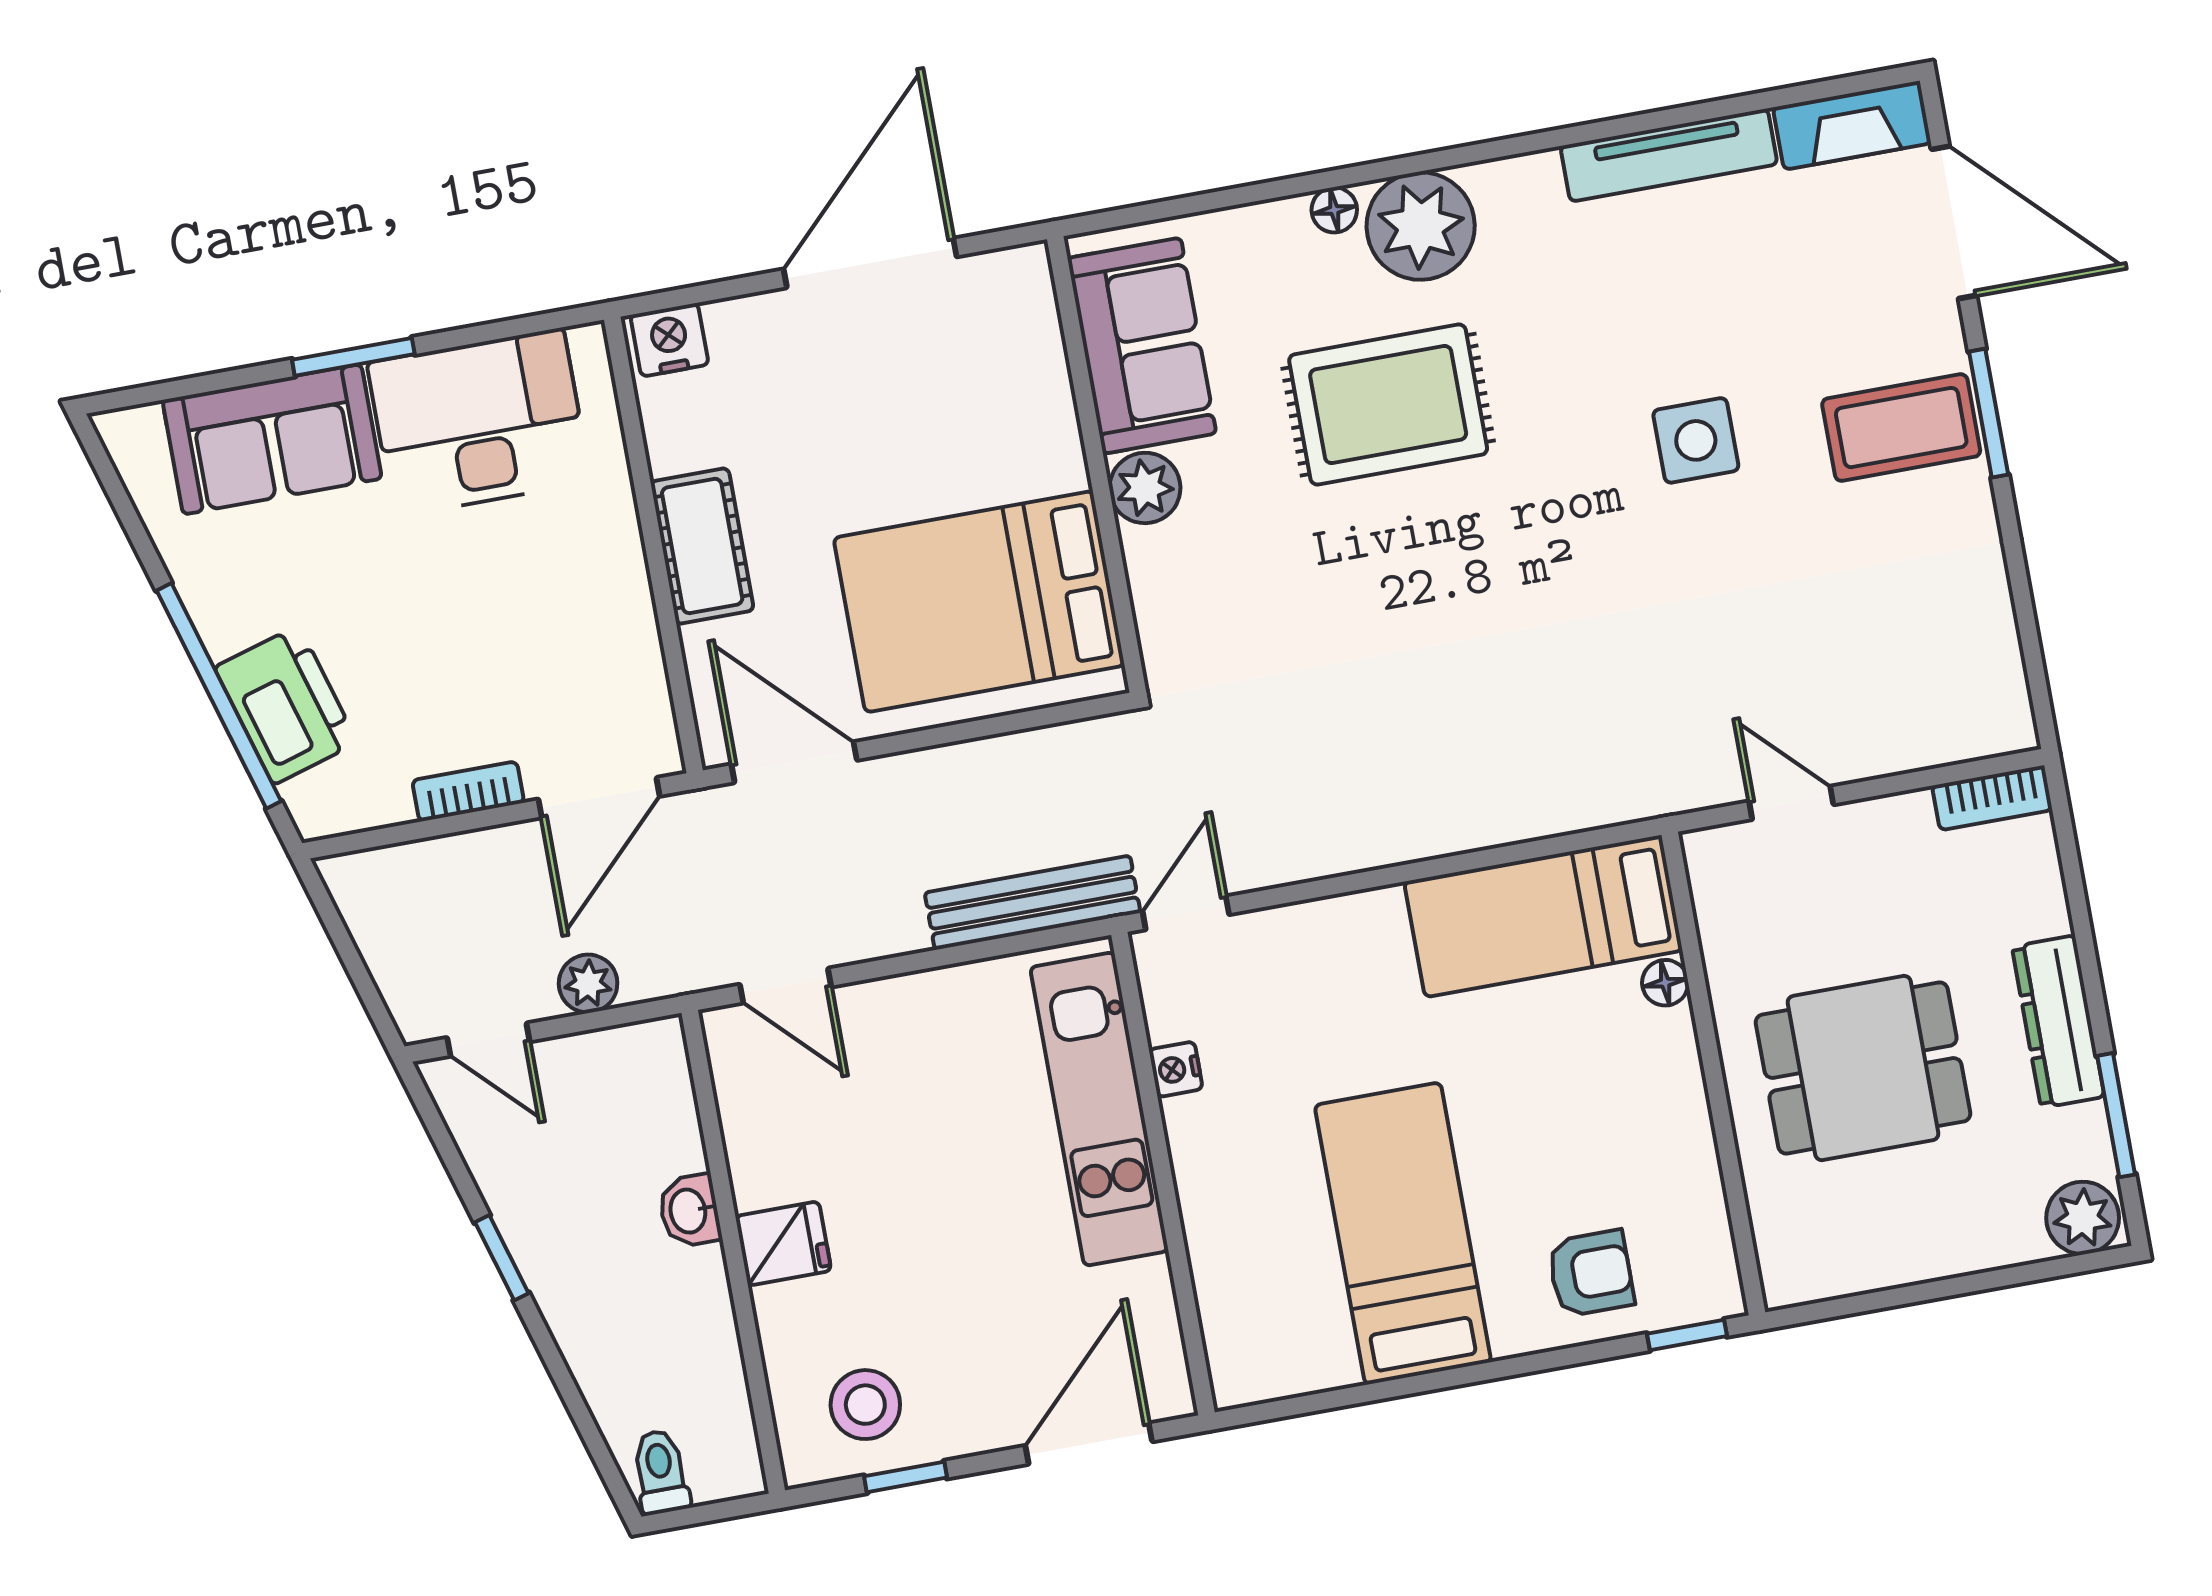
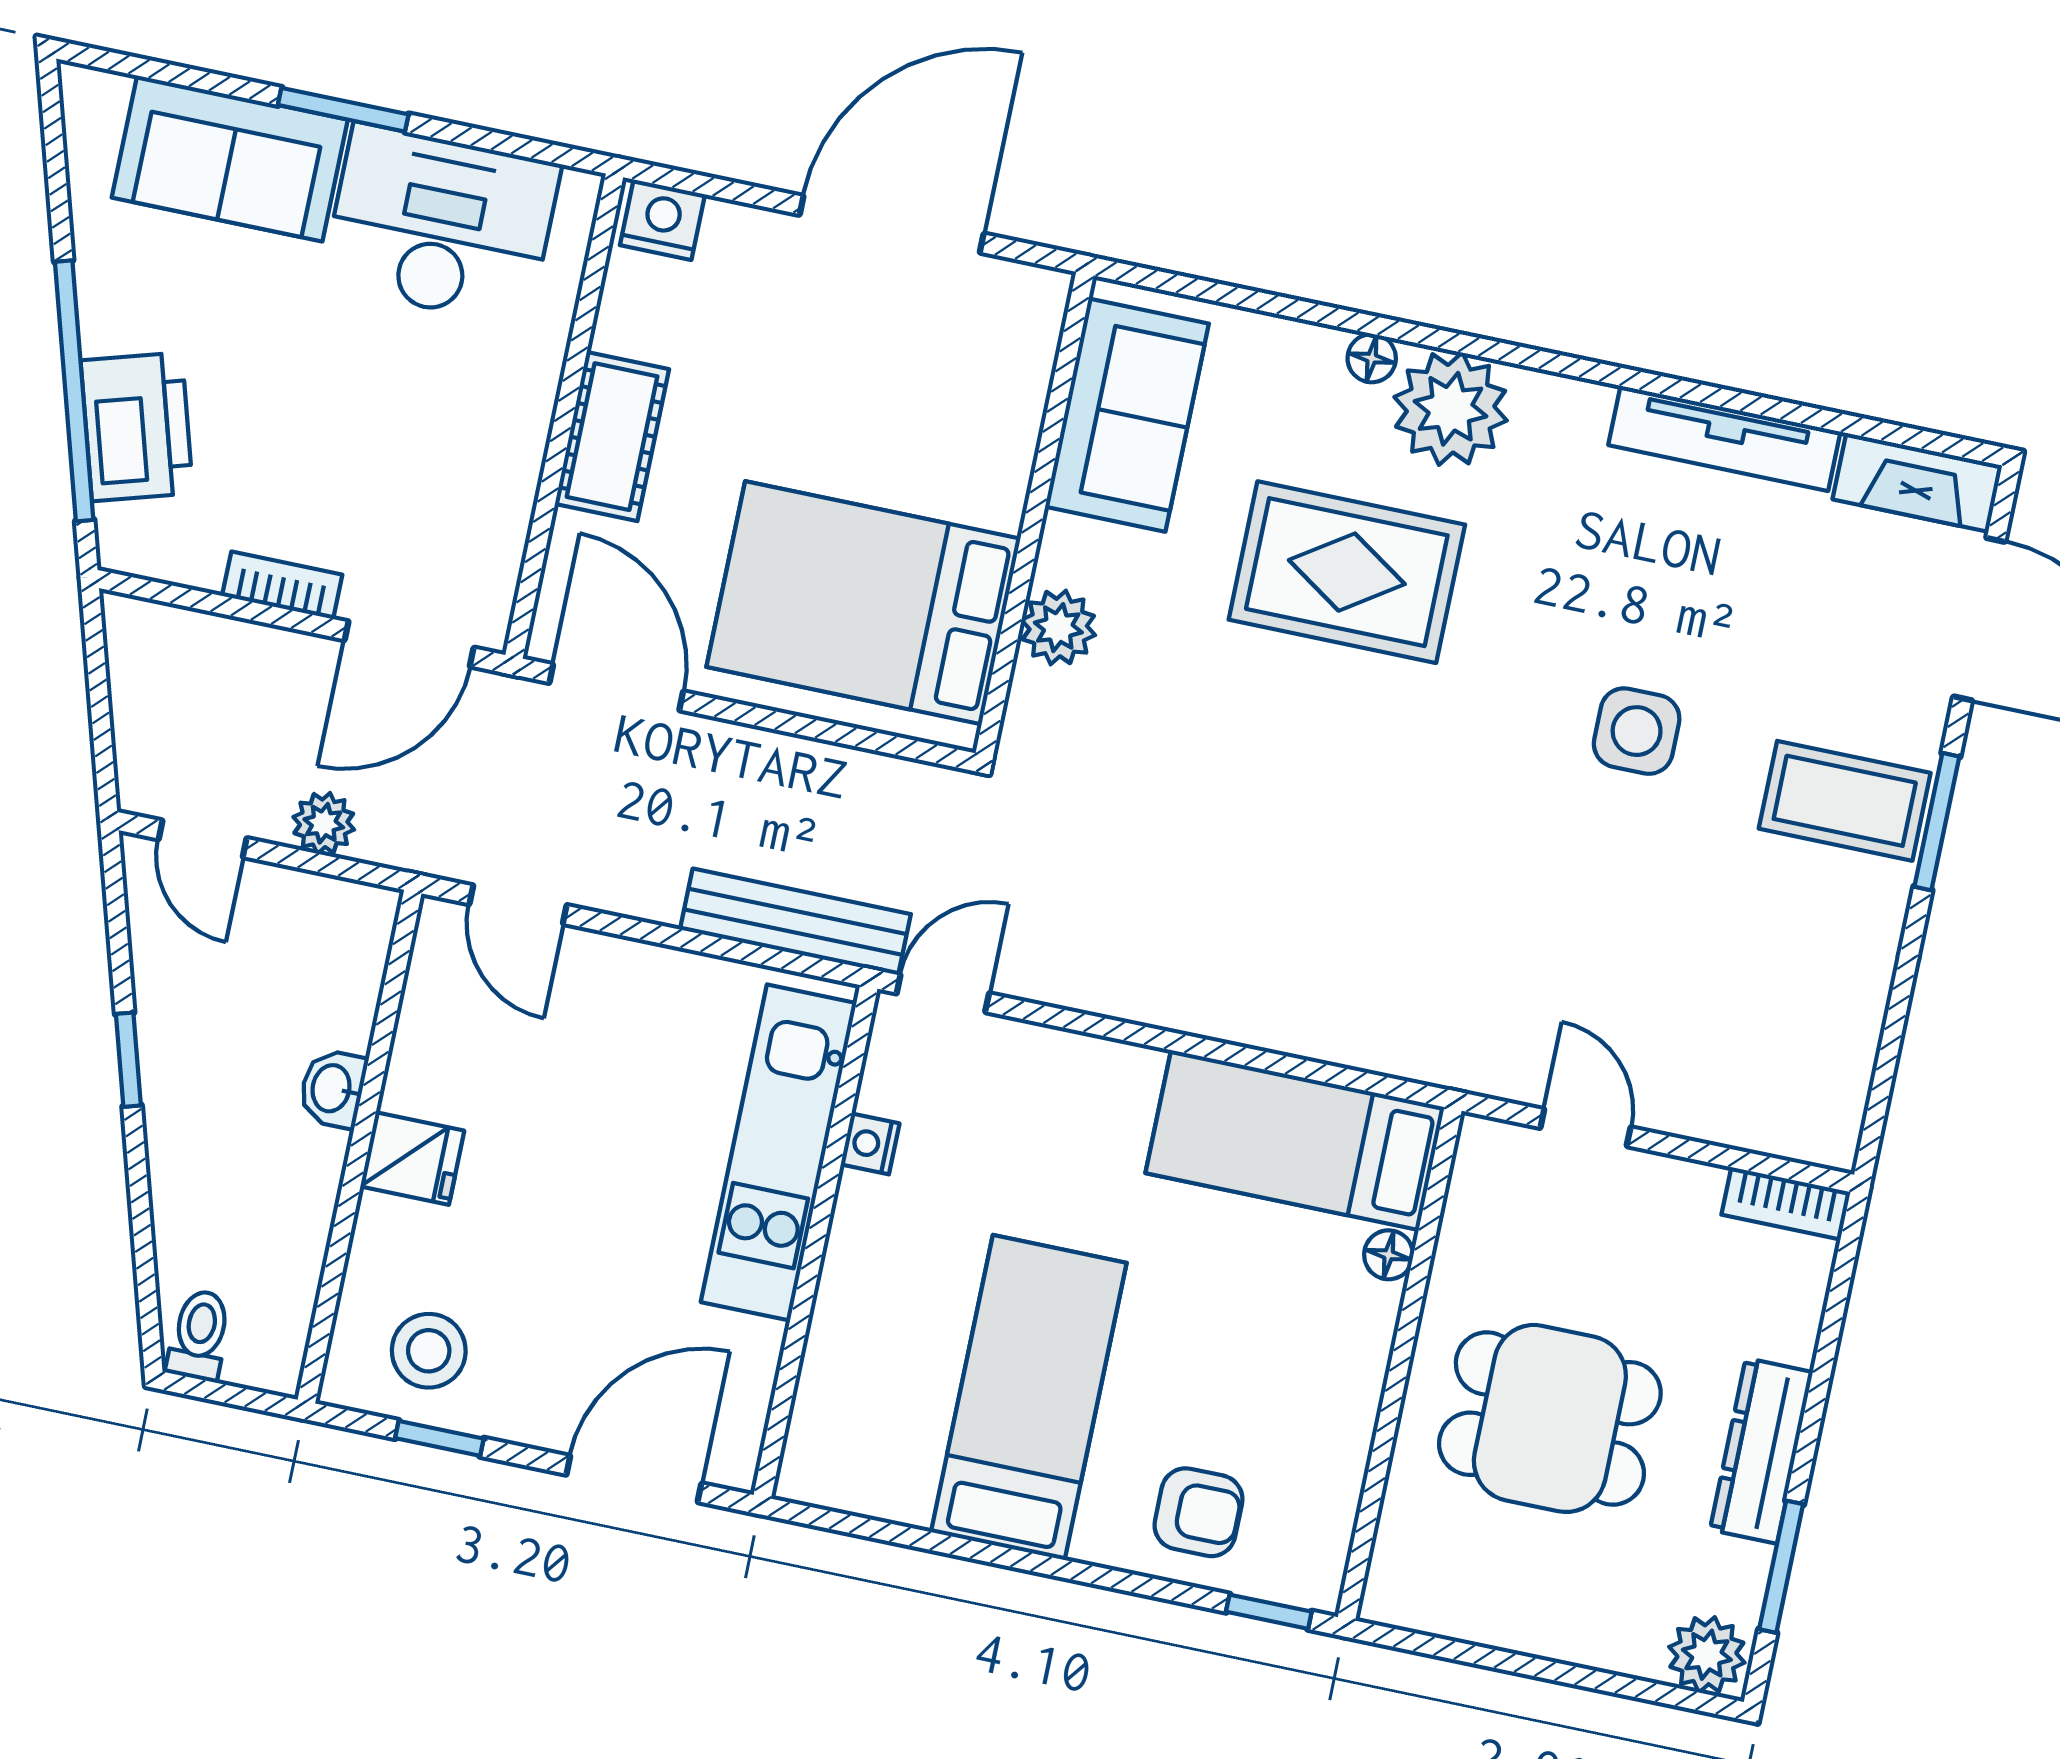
plant: (1145, 488) -> (1058, 628), moved

